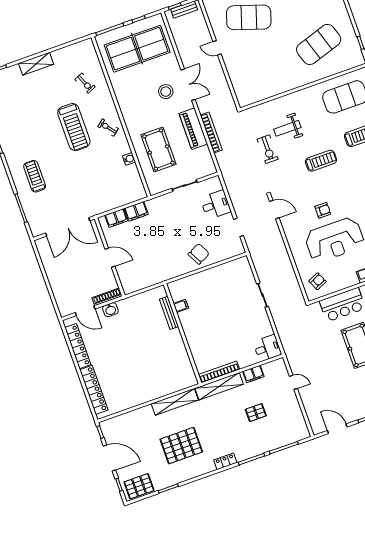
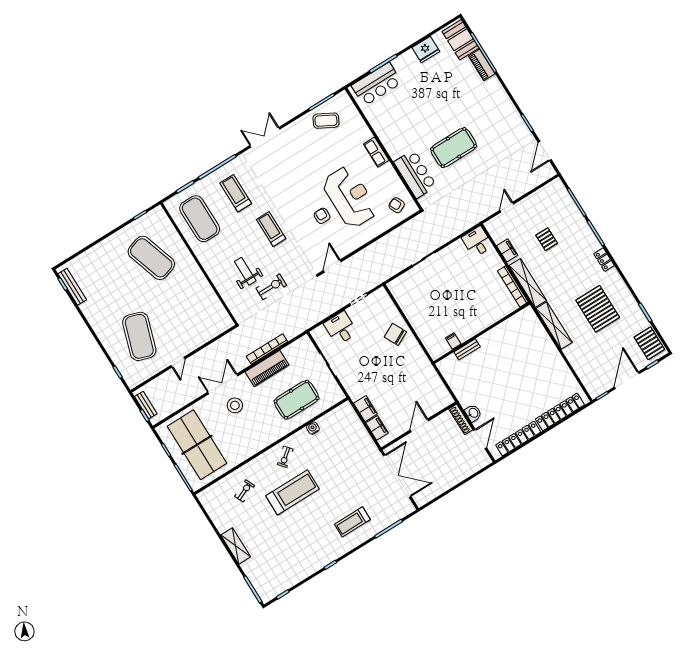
weight bench: (287, 128) -> (245, 271), turned 180
bench: (169, 313) -> (467, 349), width x0.73

